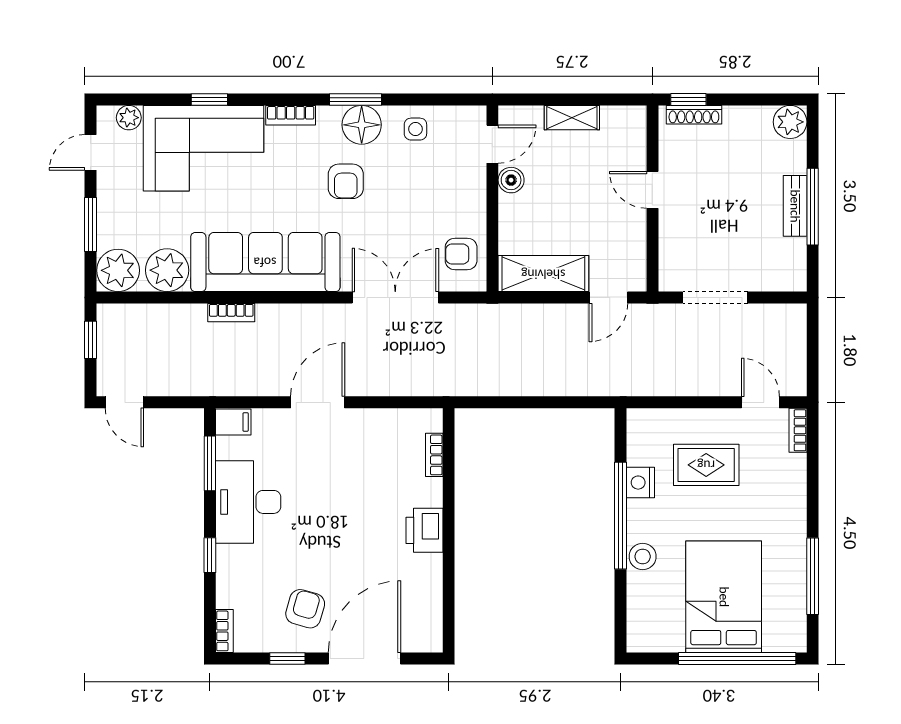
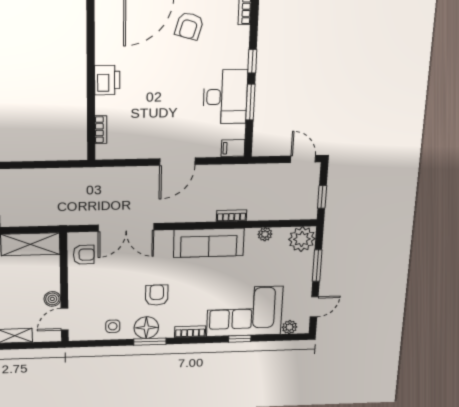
sofa: (265, 262) -> (209, 243), width x0.74, depth x0.79
plant: (167, 270) -> (265, 234), width x0.53, depth x0.53
window: (210, 463) -> (250, 102), moved

